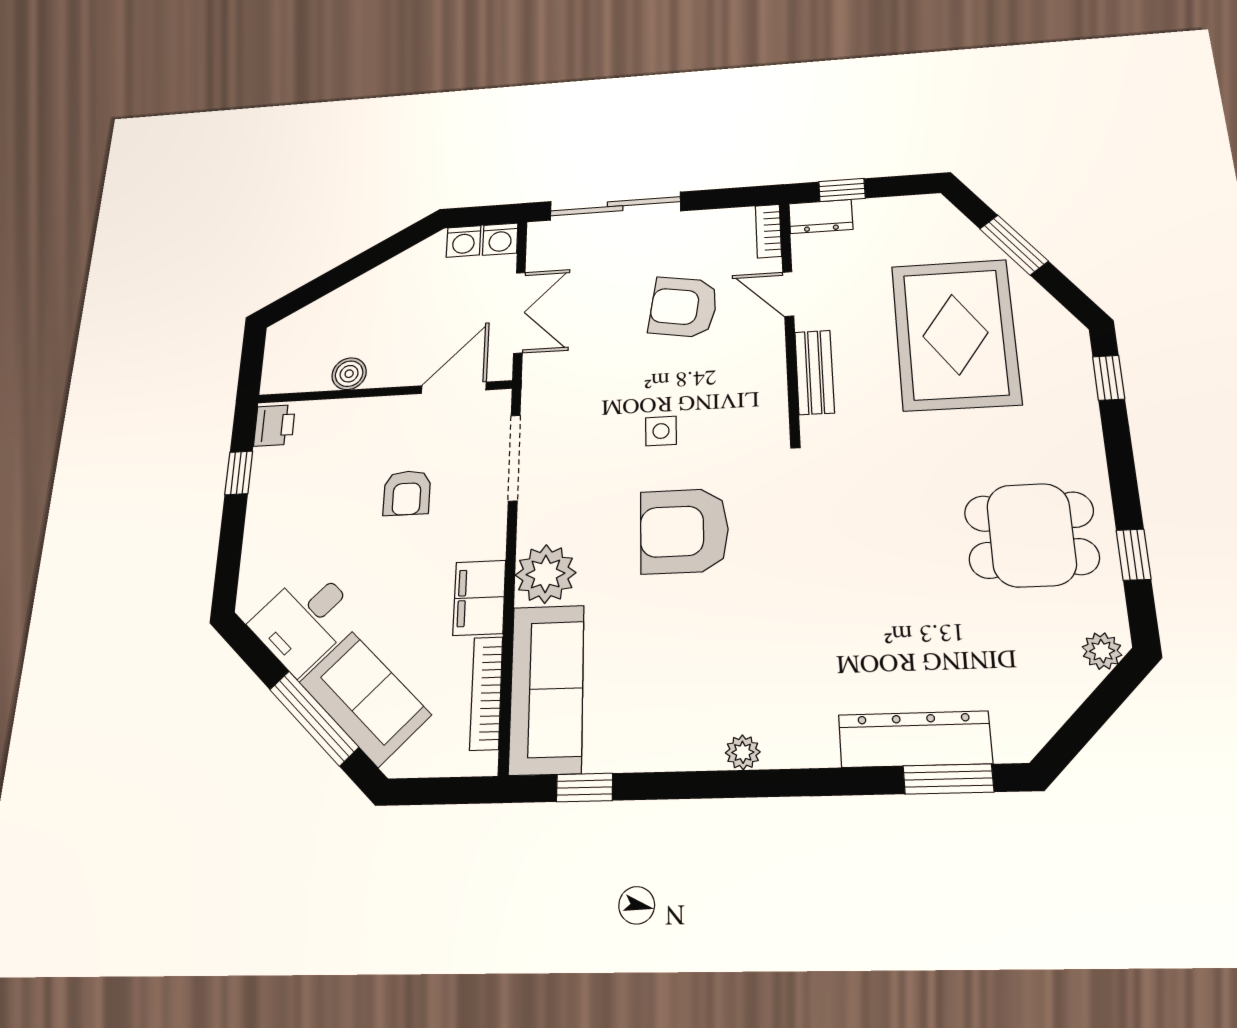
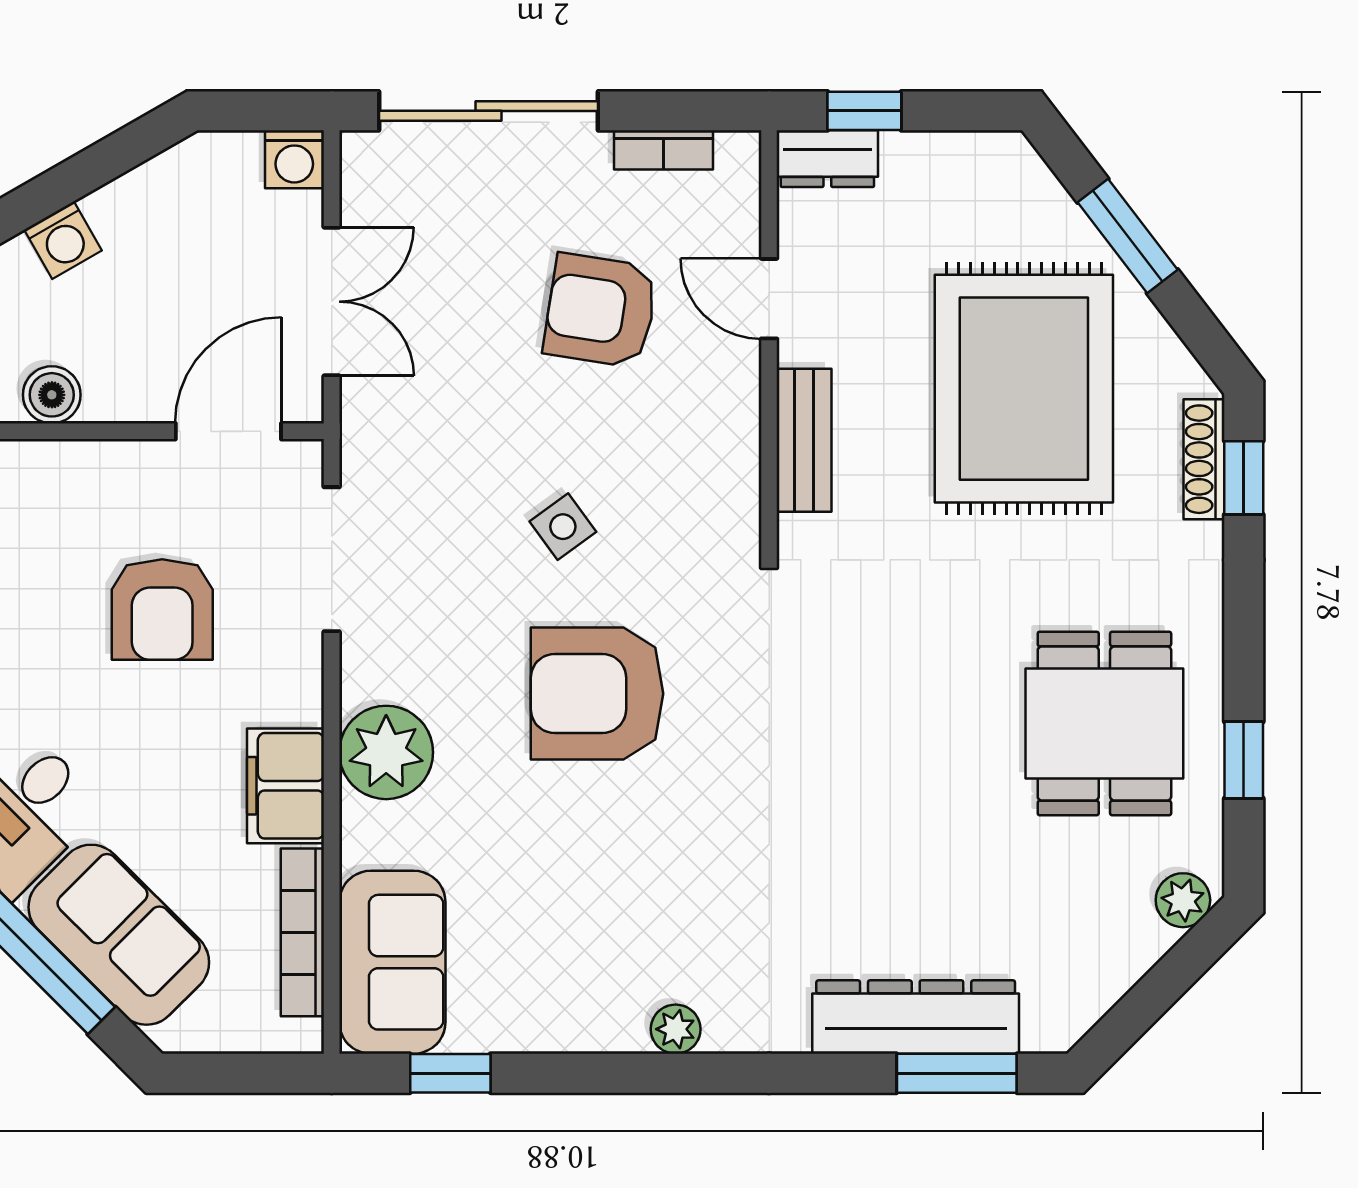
bookcase: (768, 231) -> (664, 150), moved, turned -90
washing machine: (464, 241) -> (63, 240), moved, turned -30
shoe rack: (1080, 368) -> (1204, 459), added
side table: (661, 431) -> (563, 527), turned -36
armchair: (407, 493) -> (162, 610), width x1.38, depth x1.38
dining table: (1031, 535) -> (1104, 723), turned 90
sofa: (547, 689) -> (392, 962), width x0.73

